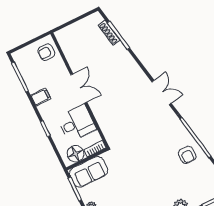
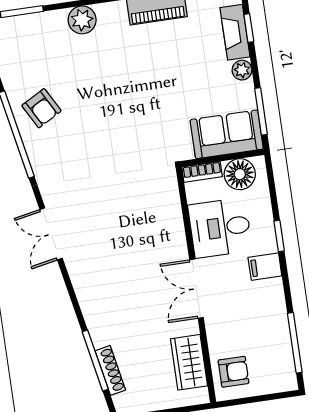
wardrobe: (71, 50) -> (189, 362), added
filing cabinet: (41, 97) -> (265, 267), moved
armchair: (187, 155) -> (41, 108), turned 151

